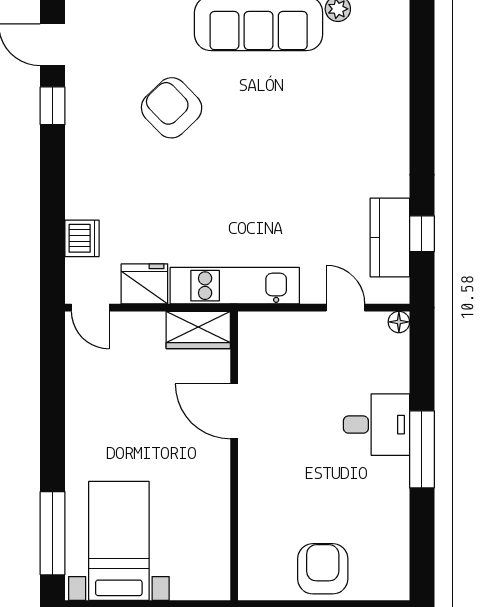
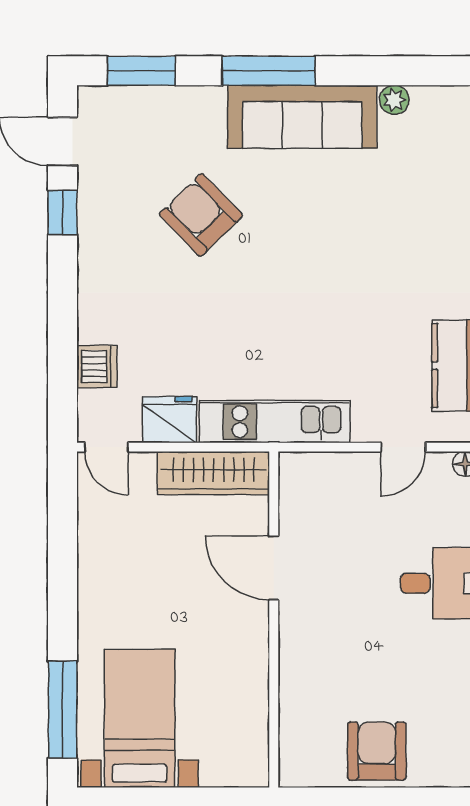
door: (345, 308) -> (403, 447), swing flipped
wardrobe: (198, 330) -> (213, 473), width x1.50

